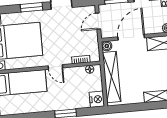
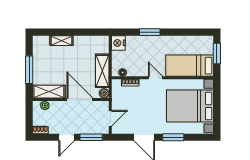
door: (131, 37) -> (80, 100), swing flipped
shelving: (112, 77) -> (102, 71), width x0.68

